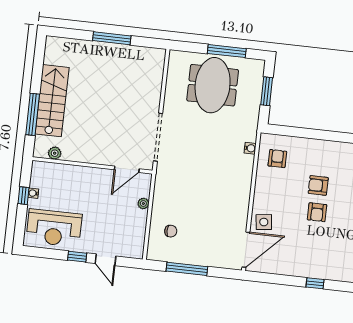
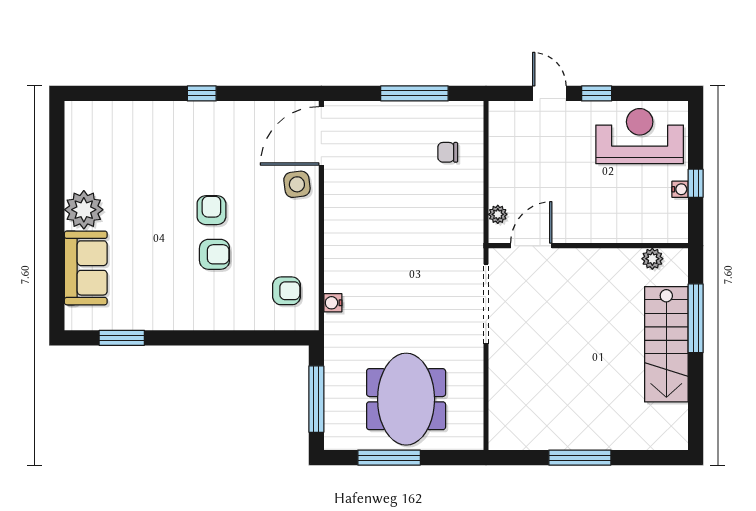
window: (267, 91) -> (316, 399), width x1.44
armchair: (277, 159) -> (286, 291), turned -90
plant: (143, 204) -> (498, 214), moved

